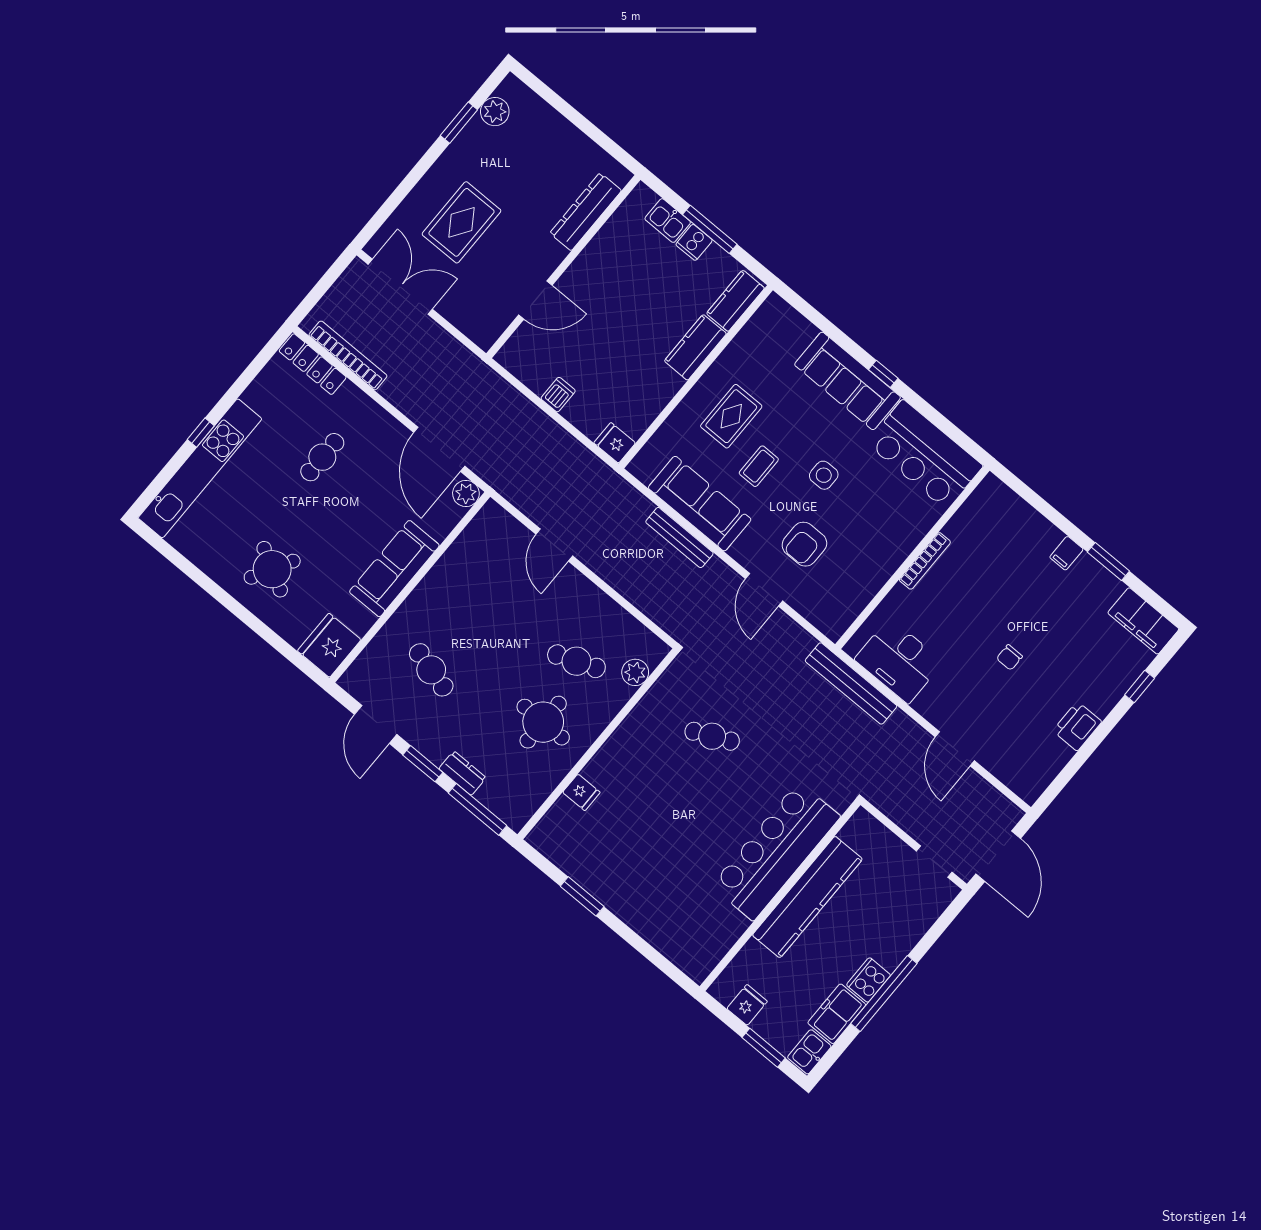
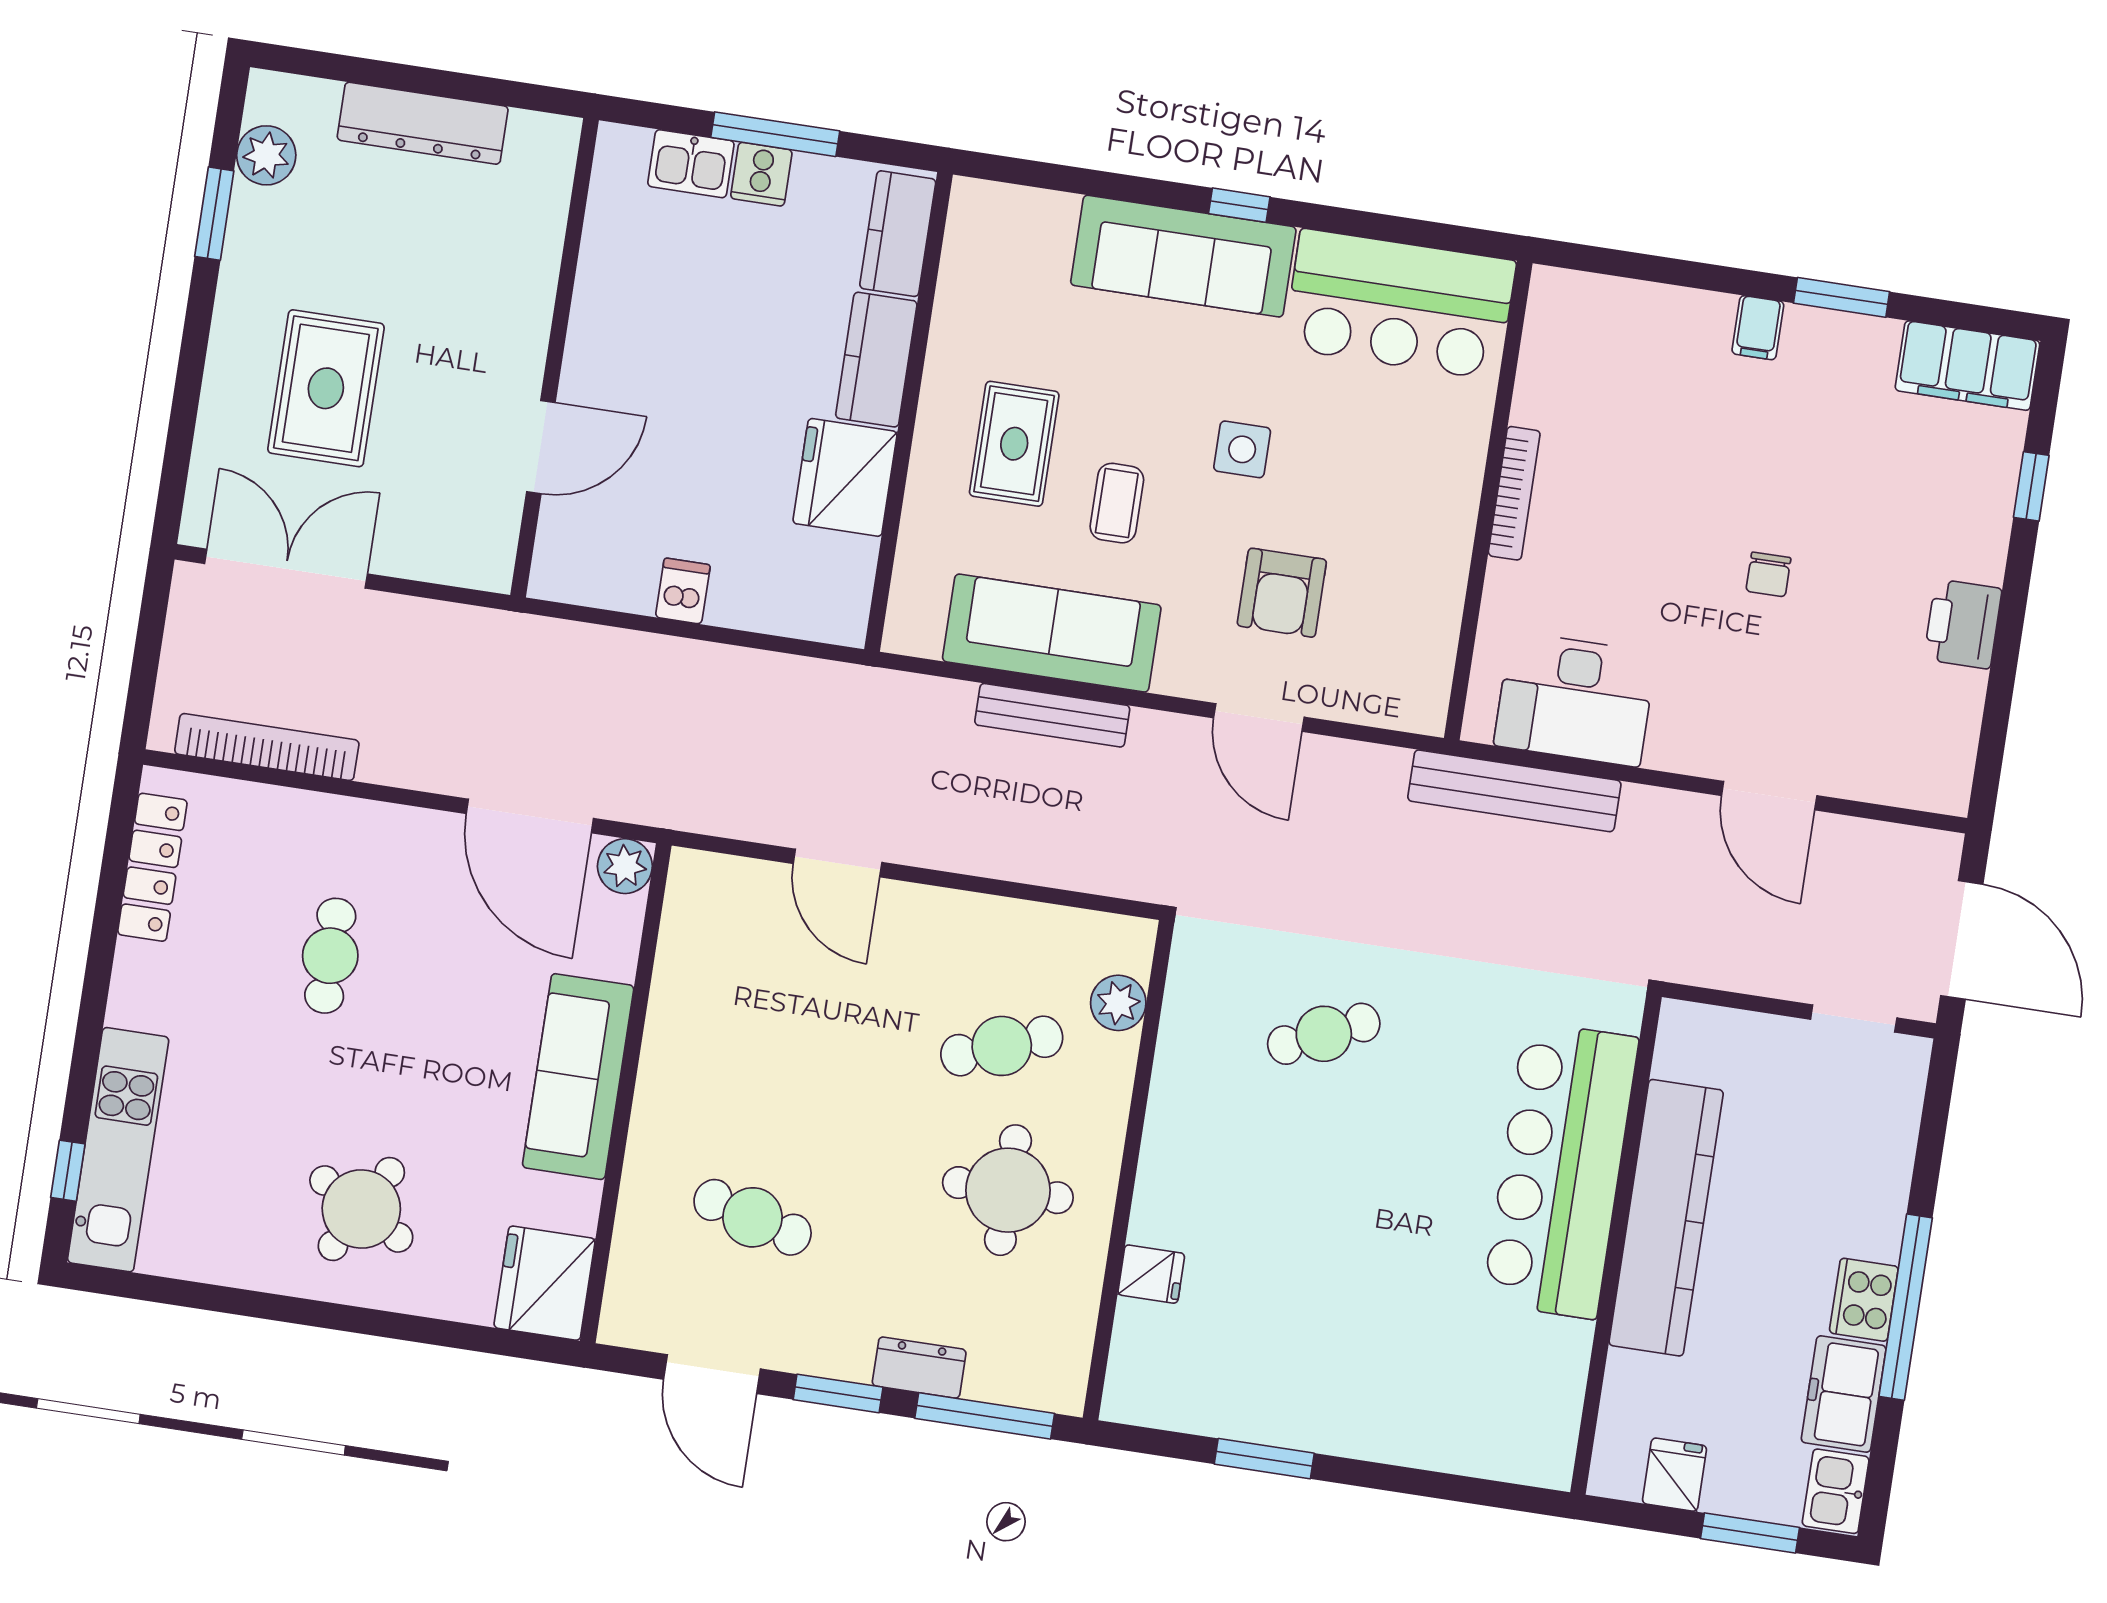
dresser: (586, 212) -> (423, 123), moved, turned -90
locker: (313, 364) -> (152, 867), moved, turned -90
window: (201, 433) -> (68, 1171), moved
fridge: (615, 443) -> (845, 477), moved, width x1.88, depth x1.34
kitchen unit: (200, 468) -> (118, 1150), width x0.73

